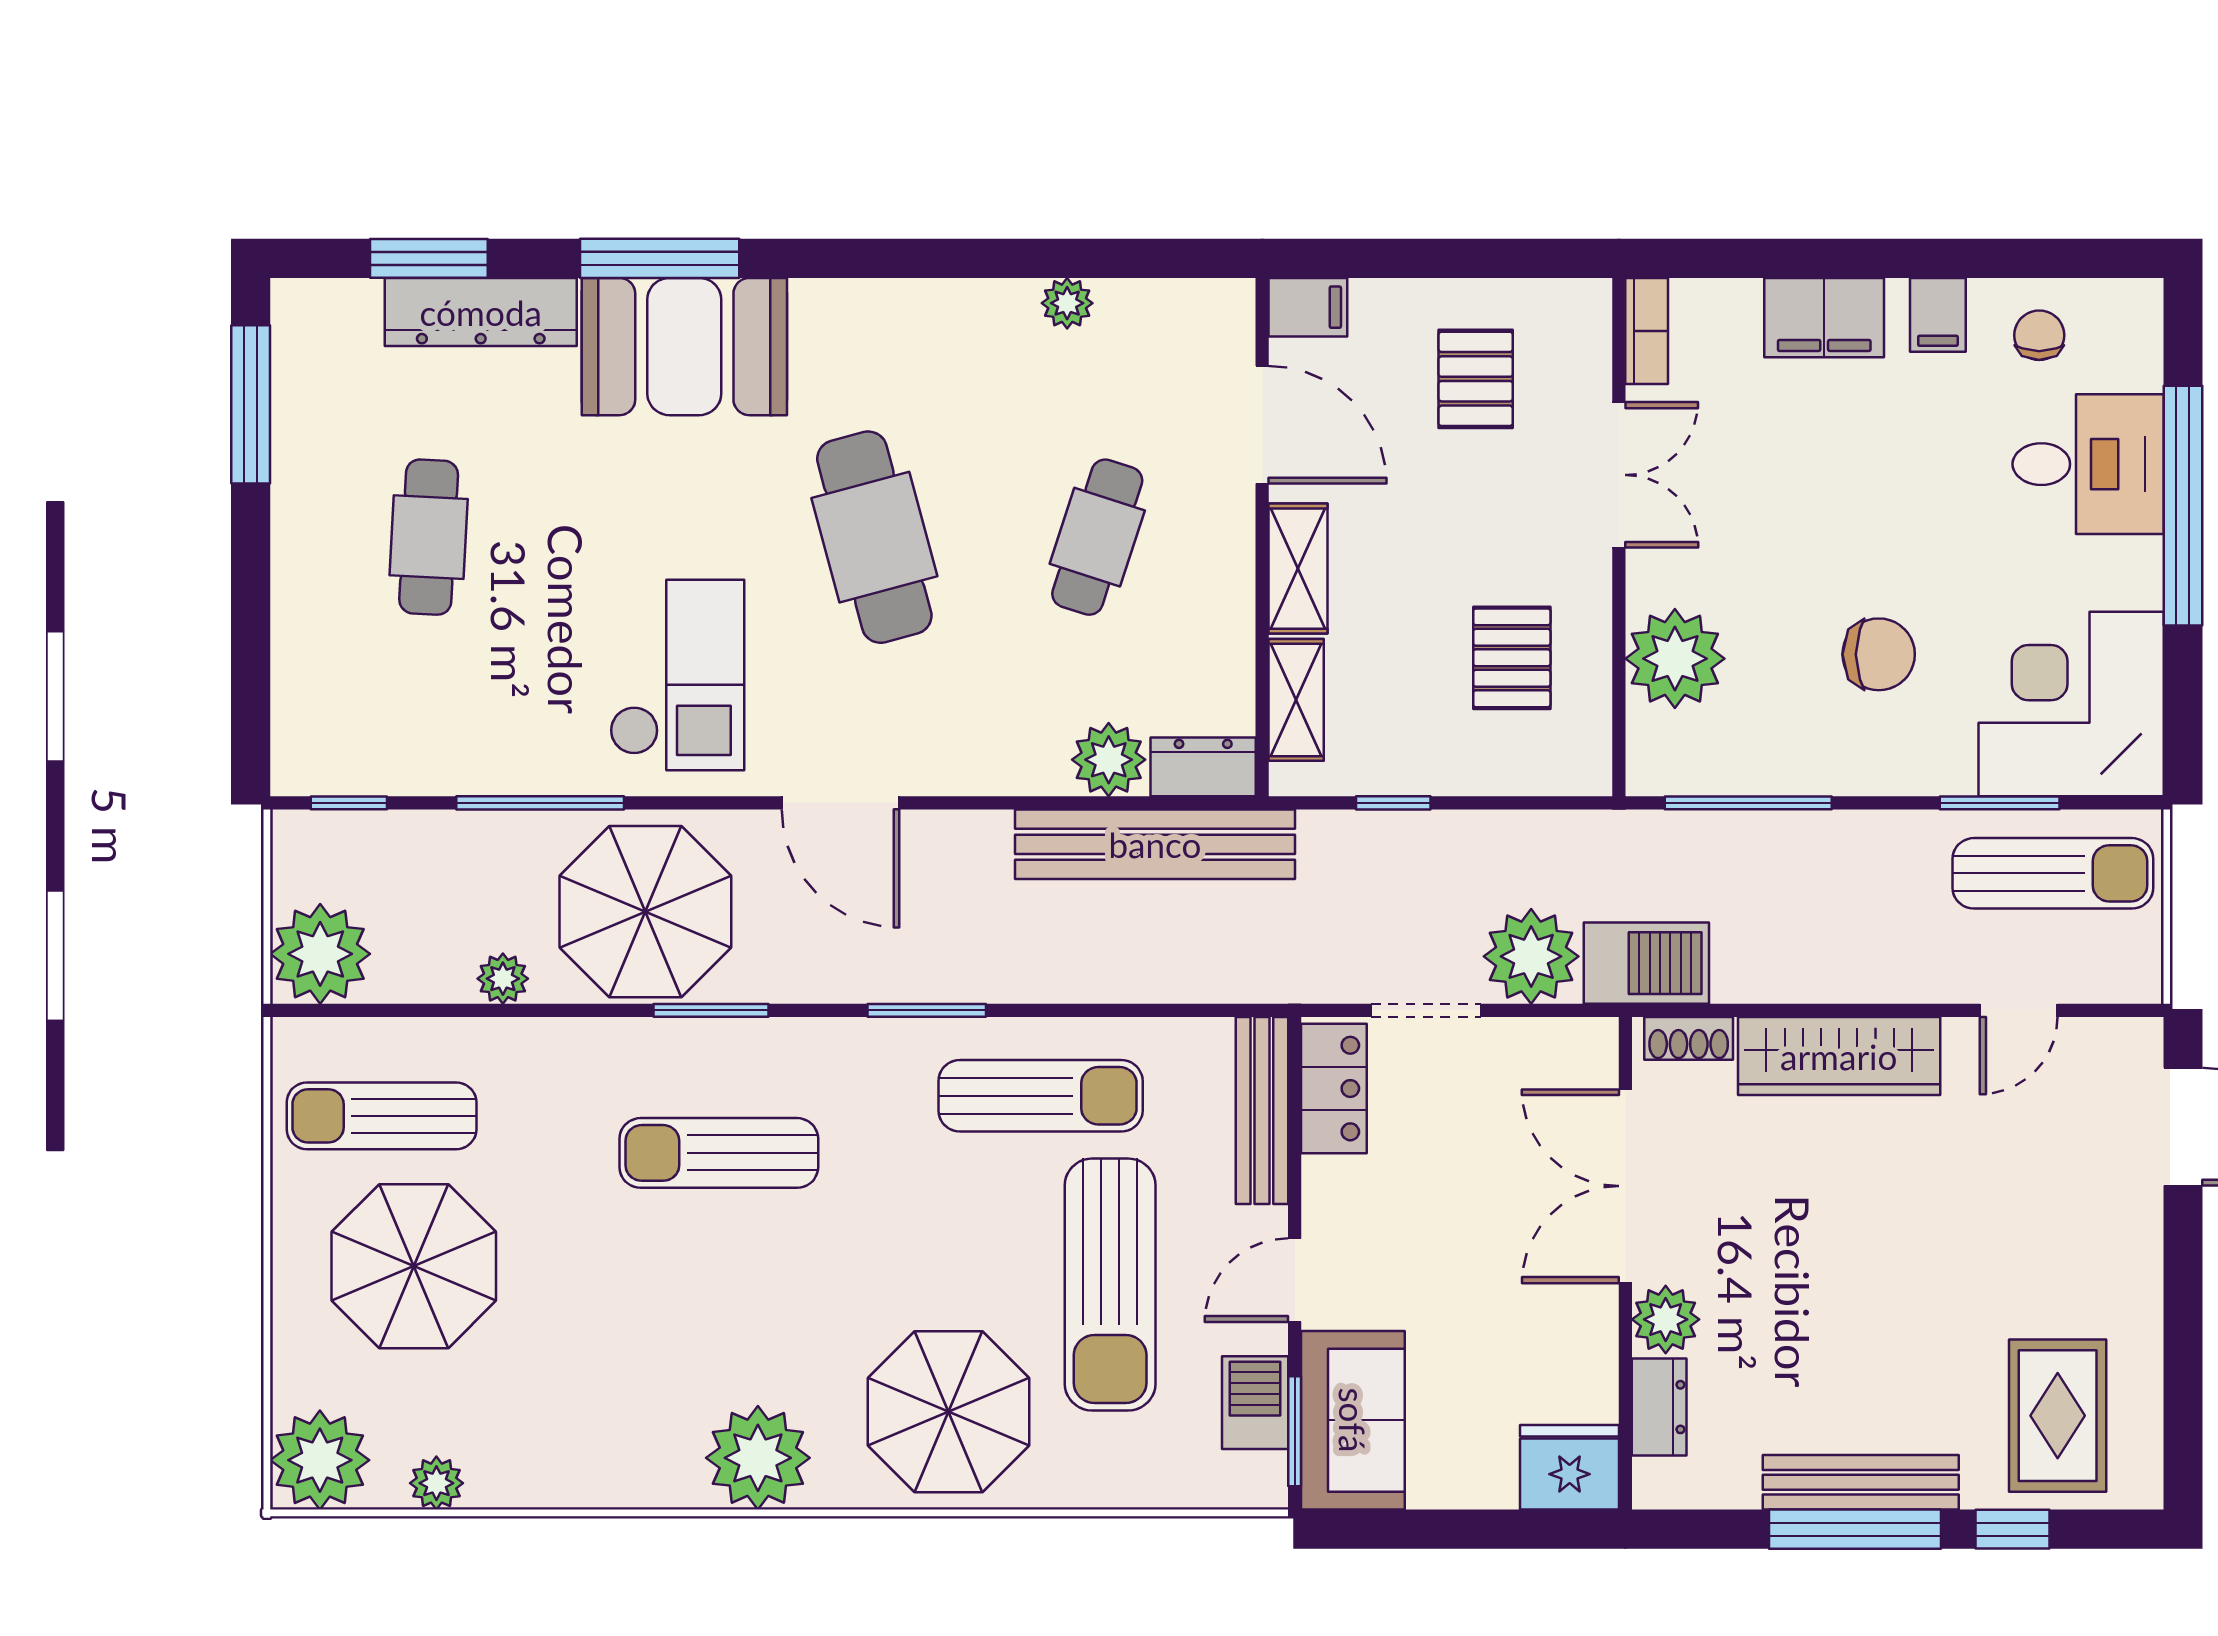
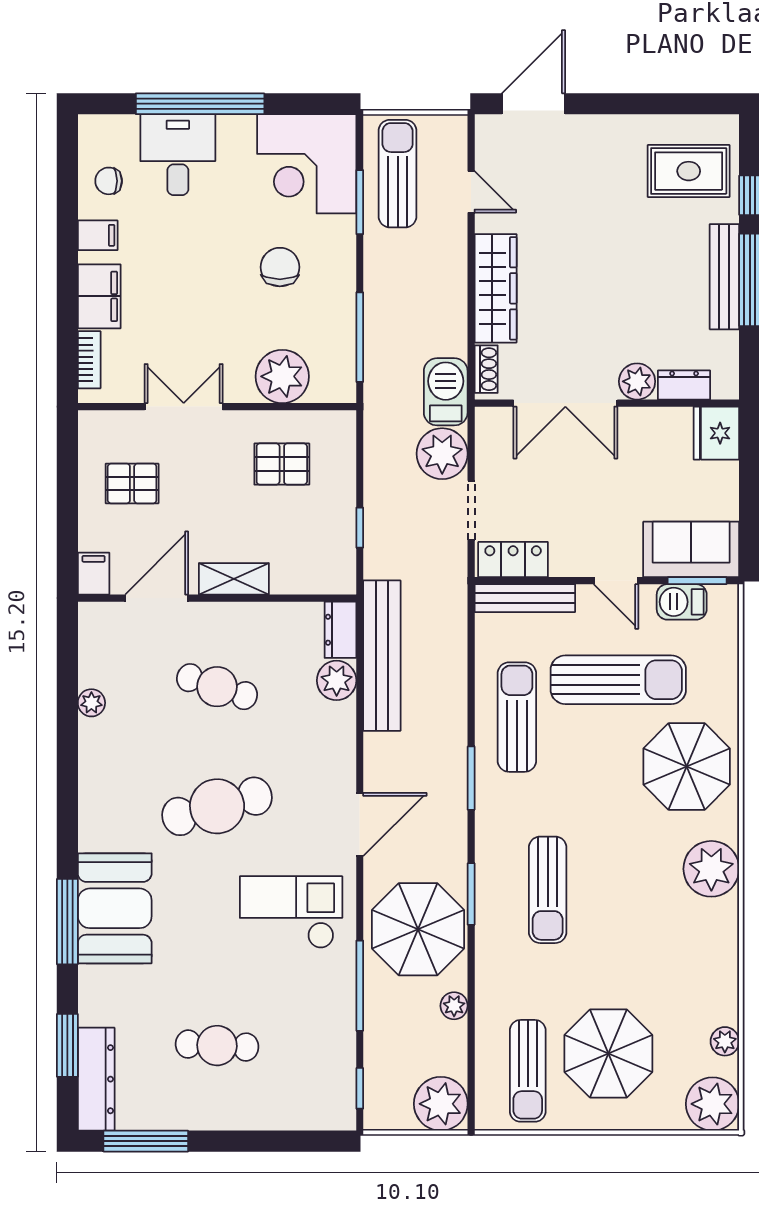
dresser: (481, 312) -> (96, 1079), moved
bookcase: (1647, 331) -> (89, 360), moved, turned 90
shelving: (1296, 700) -> (304, 580), removed

